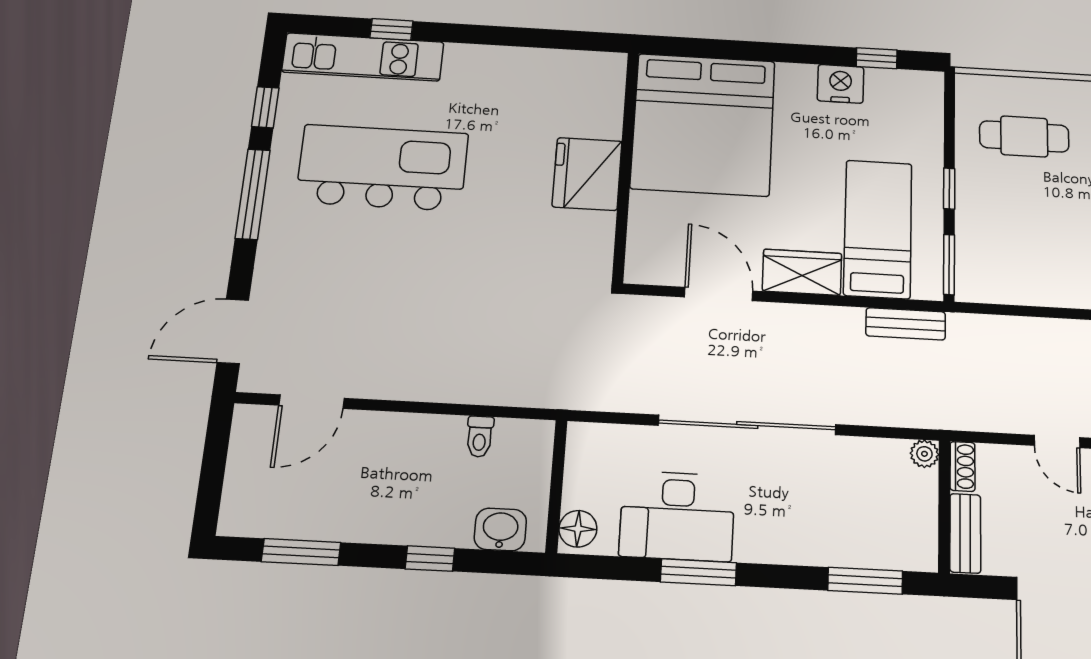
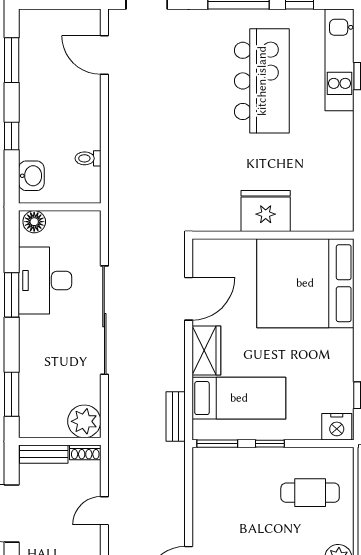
nightstand: (841, 84) -> (337, 427), moved, turned 90
cafe table: (1024, 136) -> (310, 493), turned 90
plant: (924, 454) -> (84, 421), width x1.87, depth x1.87

